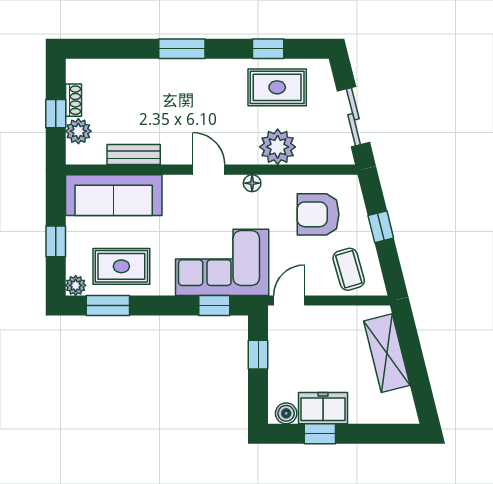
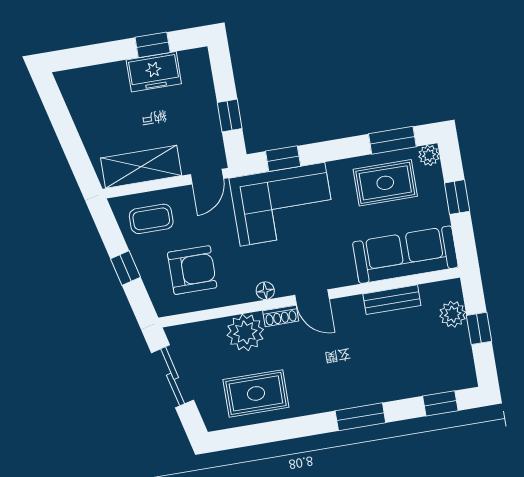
window: (268, 49) -> (440, 403), moved
shoe rack: (73, 100) -> (281, 316), moved, turned -90
coffee table: (349, 269) -> (151, 219), turned -74
shelving: (387, 353) -> (141, 167), moved, turned -76
boiler: (286, 413) -> (191, 60), removed

